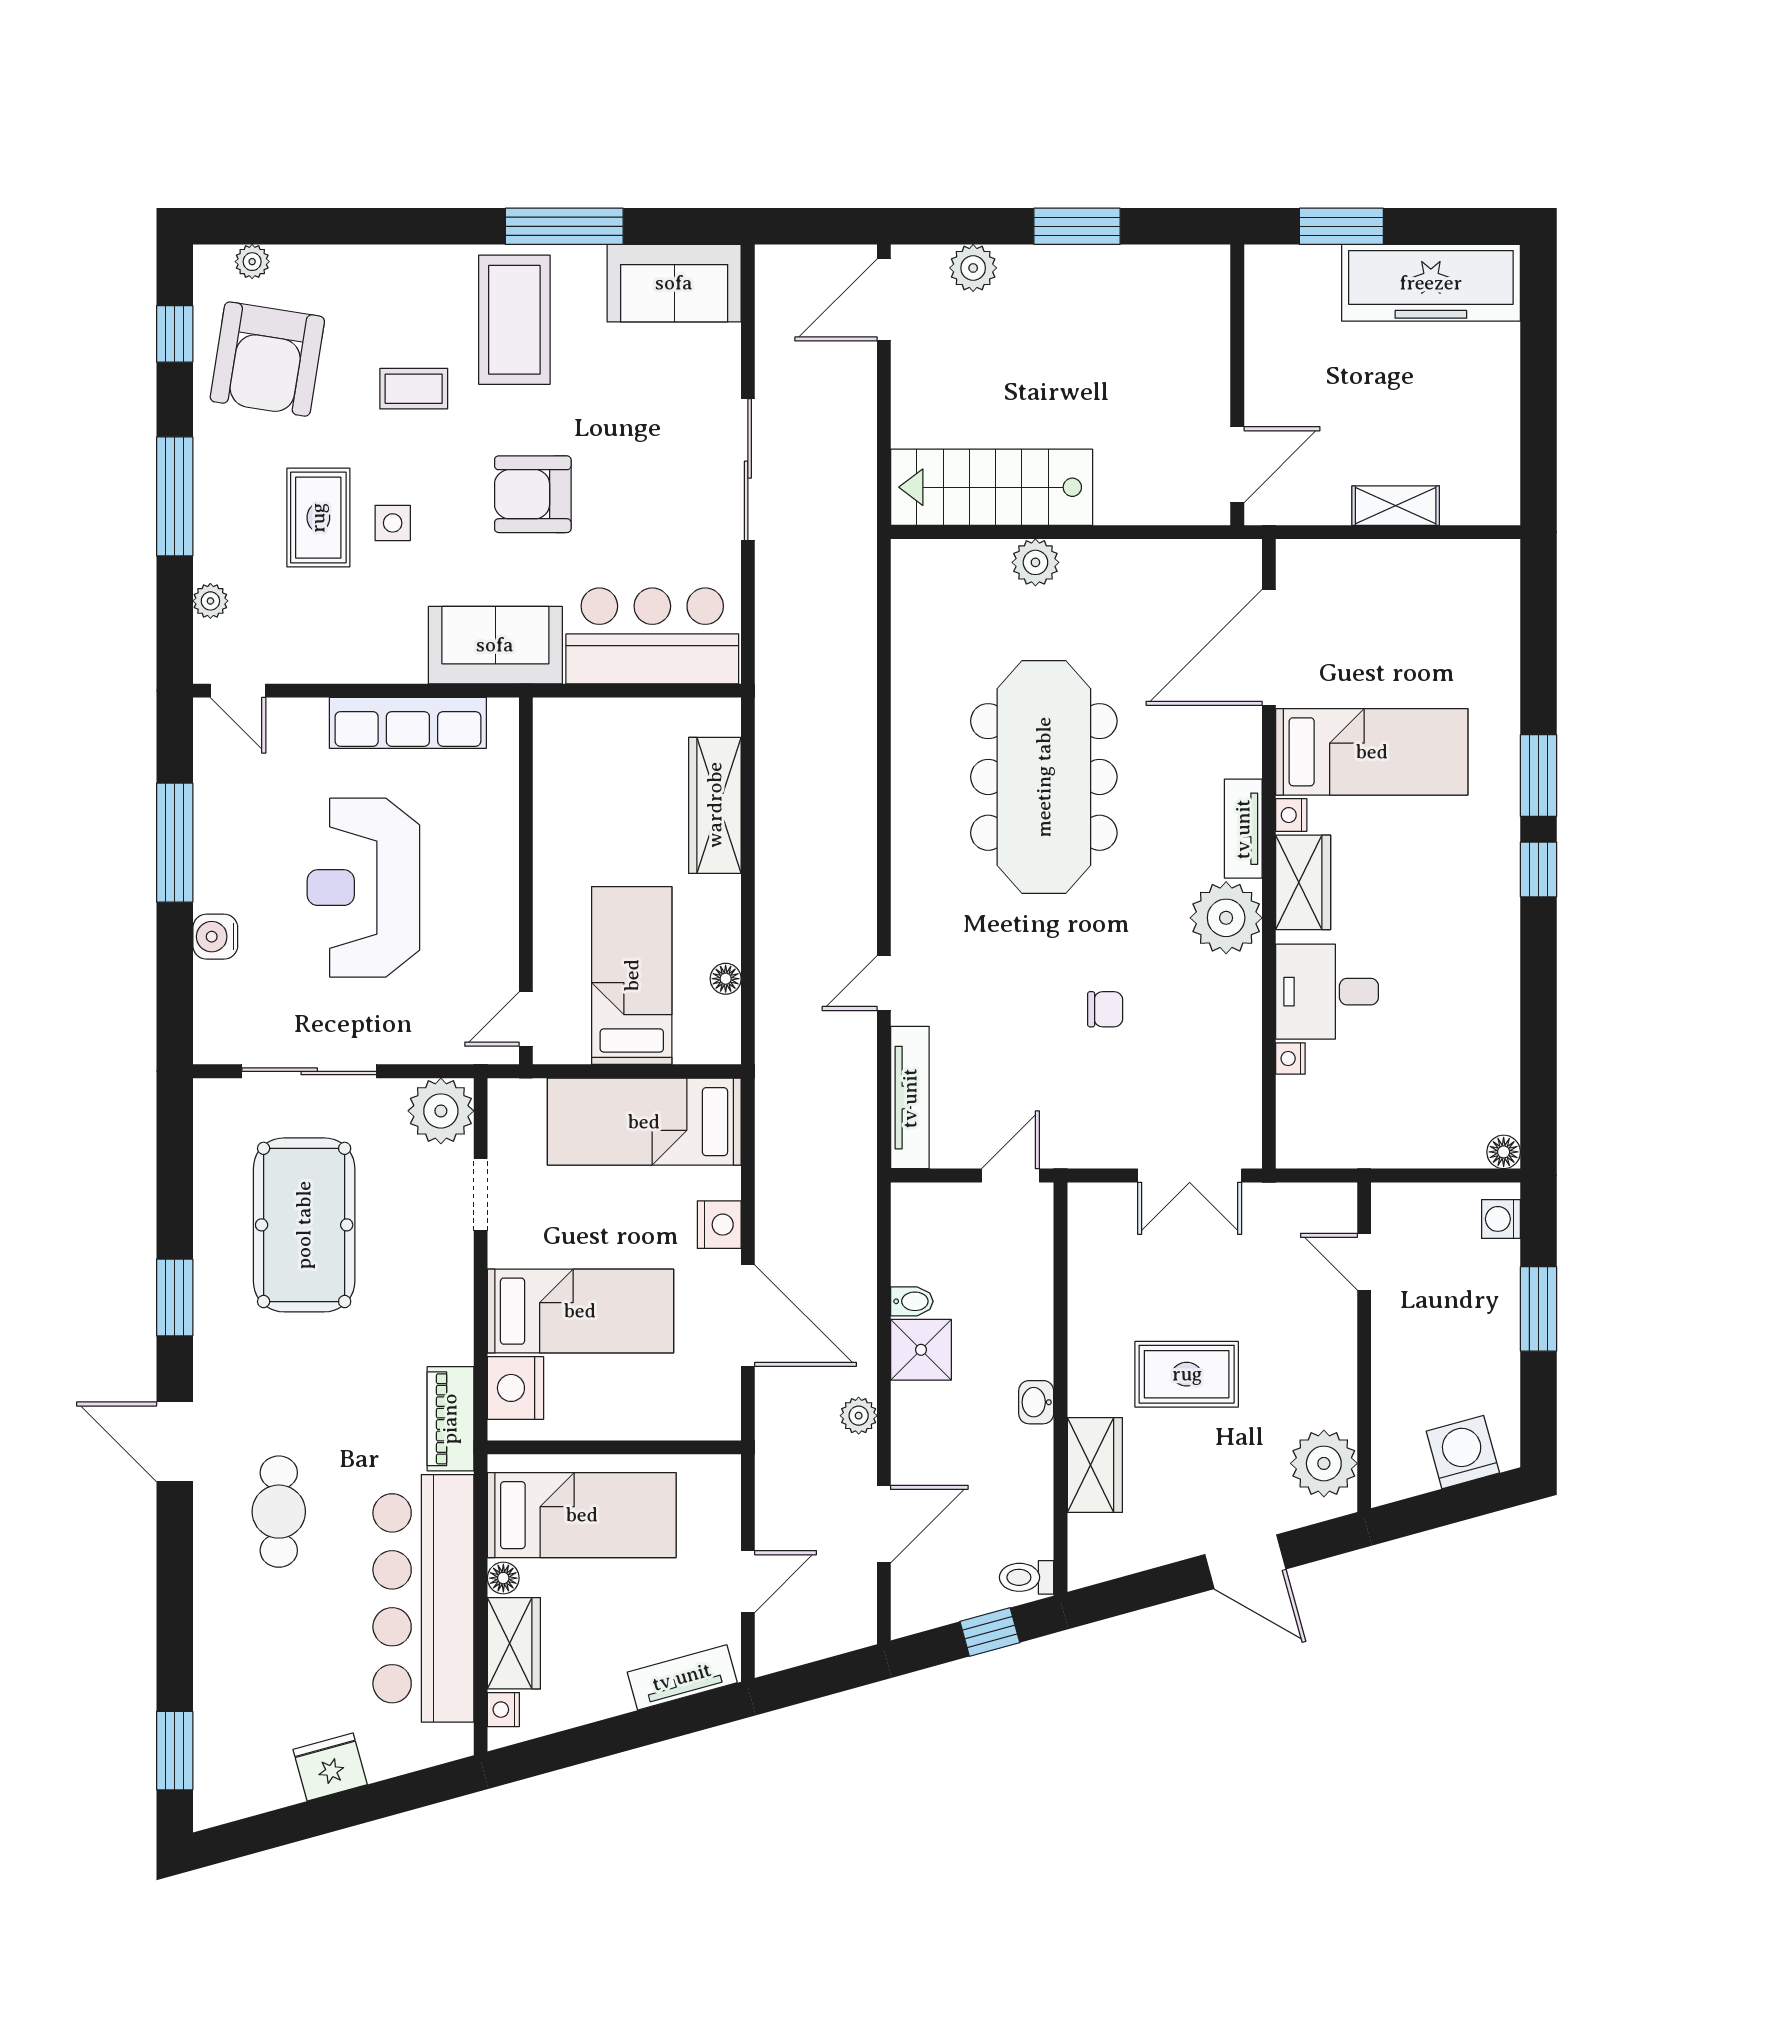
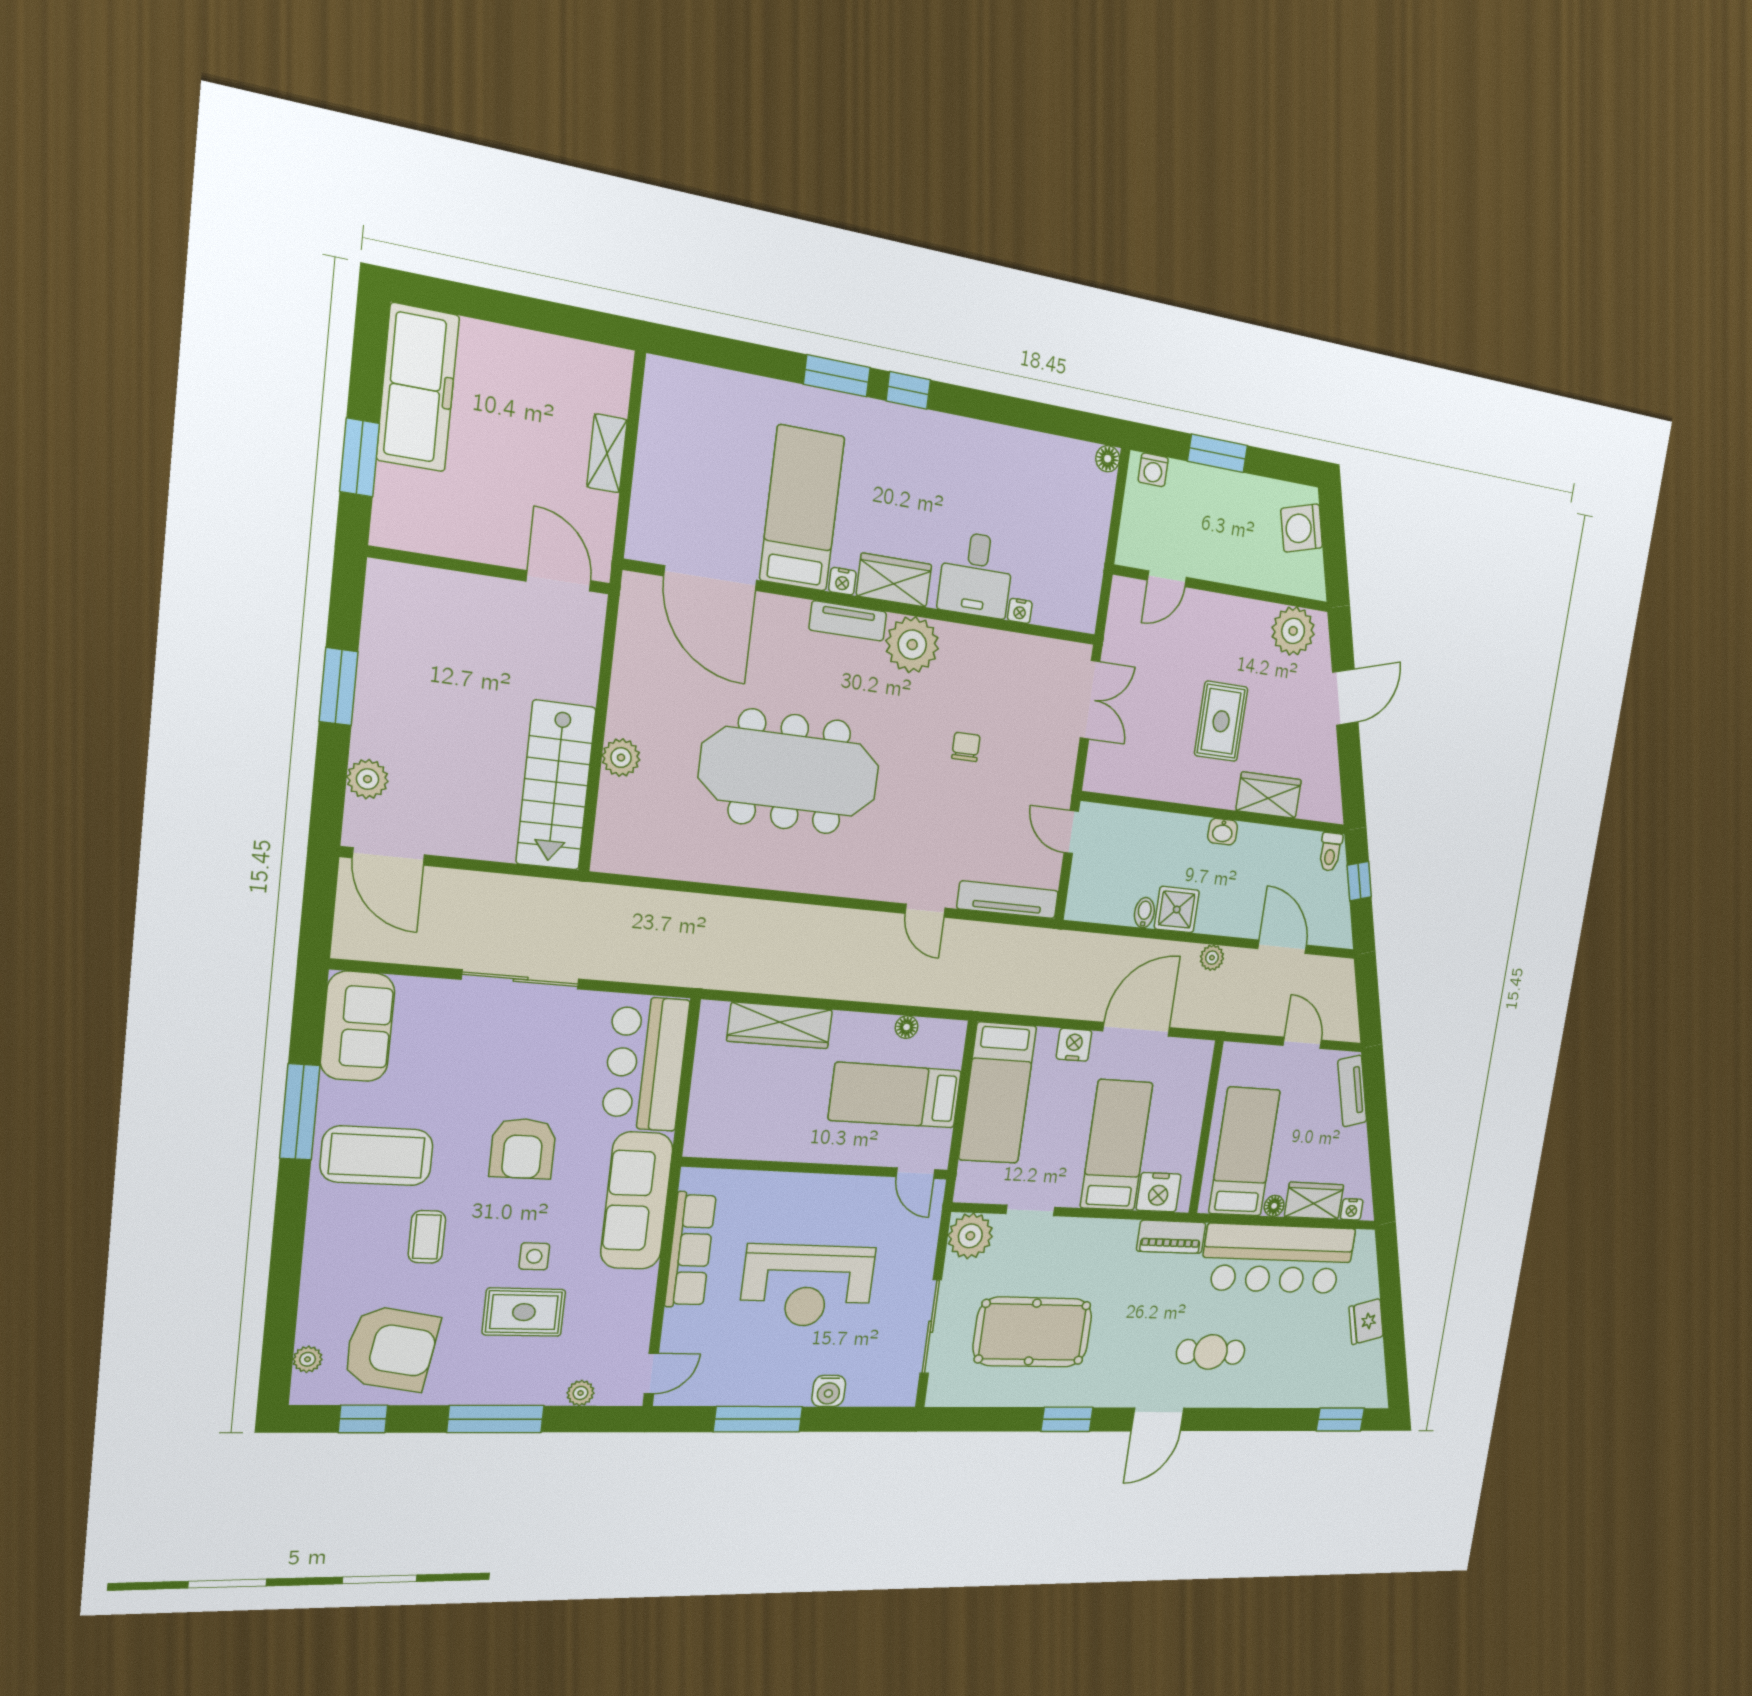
sofa: (495, 645) -> (637, 1201), width x1.36

